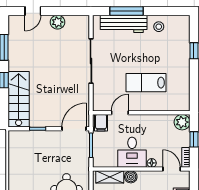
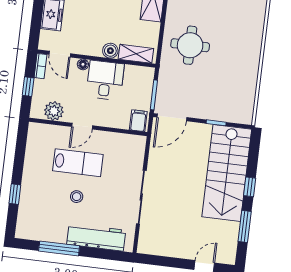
window: (126, 11) -> (59, 248), moved
plant: (57, 22) -> (176, 249), removed
stool: (159, 27) -> (77, 197), moved
stairs: (19, 99) -> (227, 173), width x1.36, depth x1.51
door: (120, 113) -> (82, 126), moved
plant: (182, 122) -> (54, 111), moved

